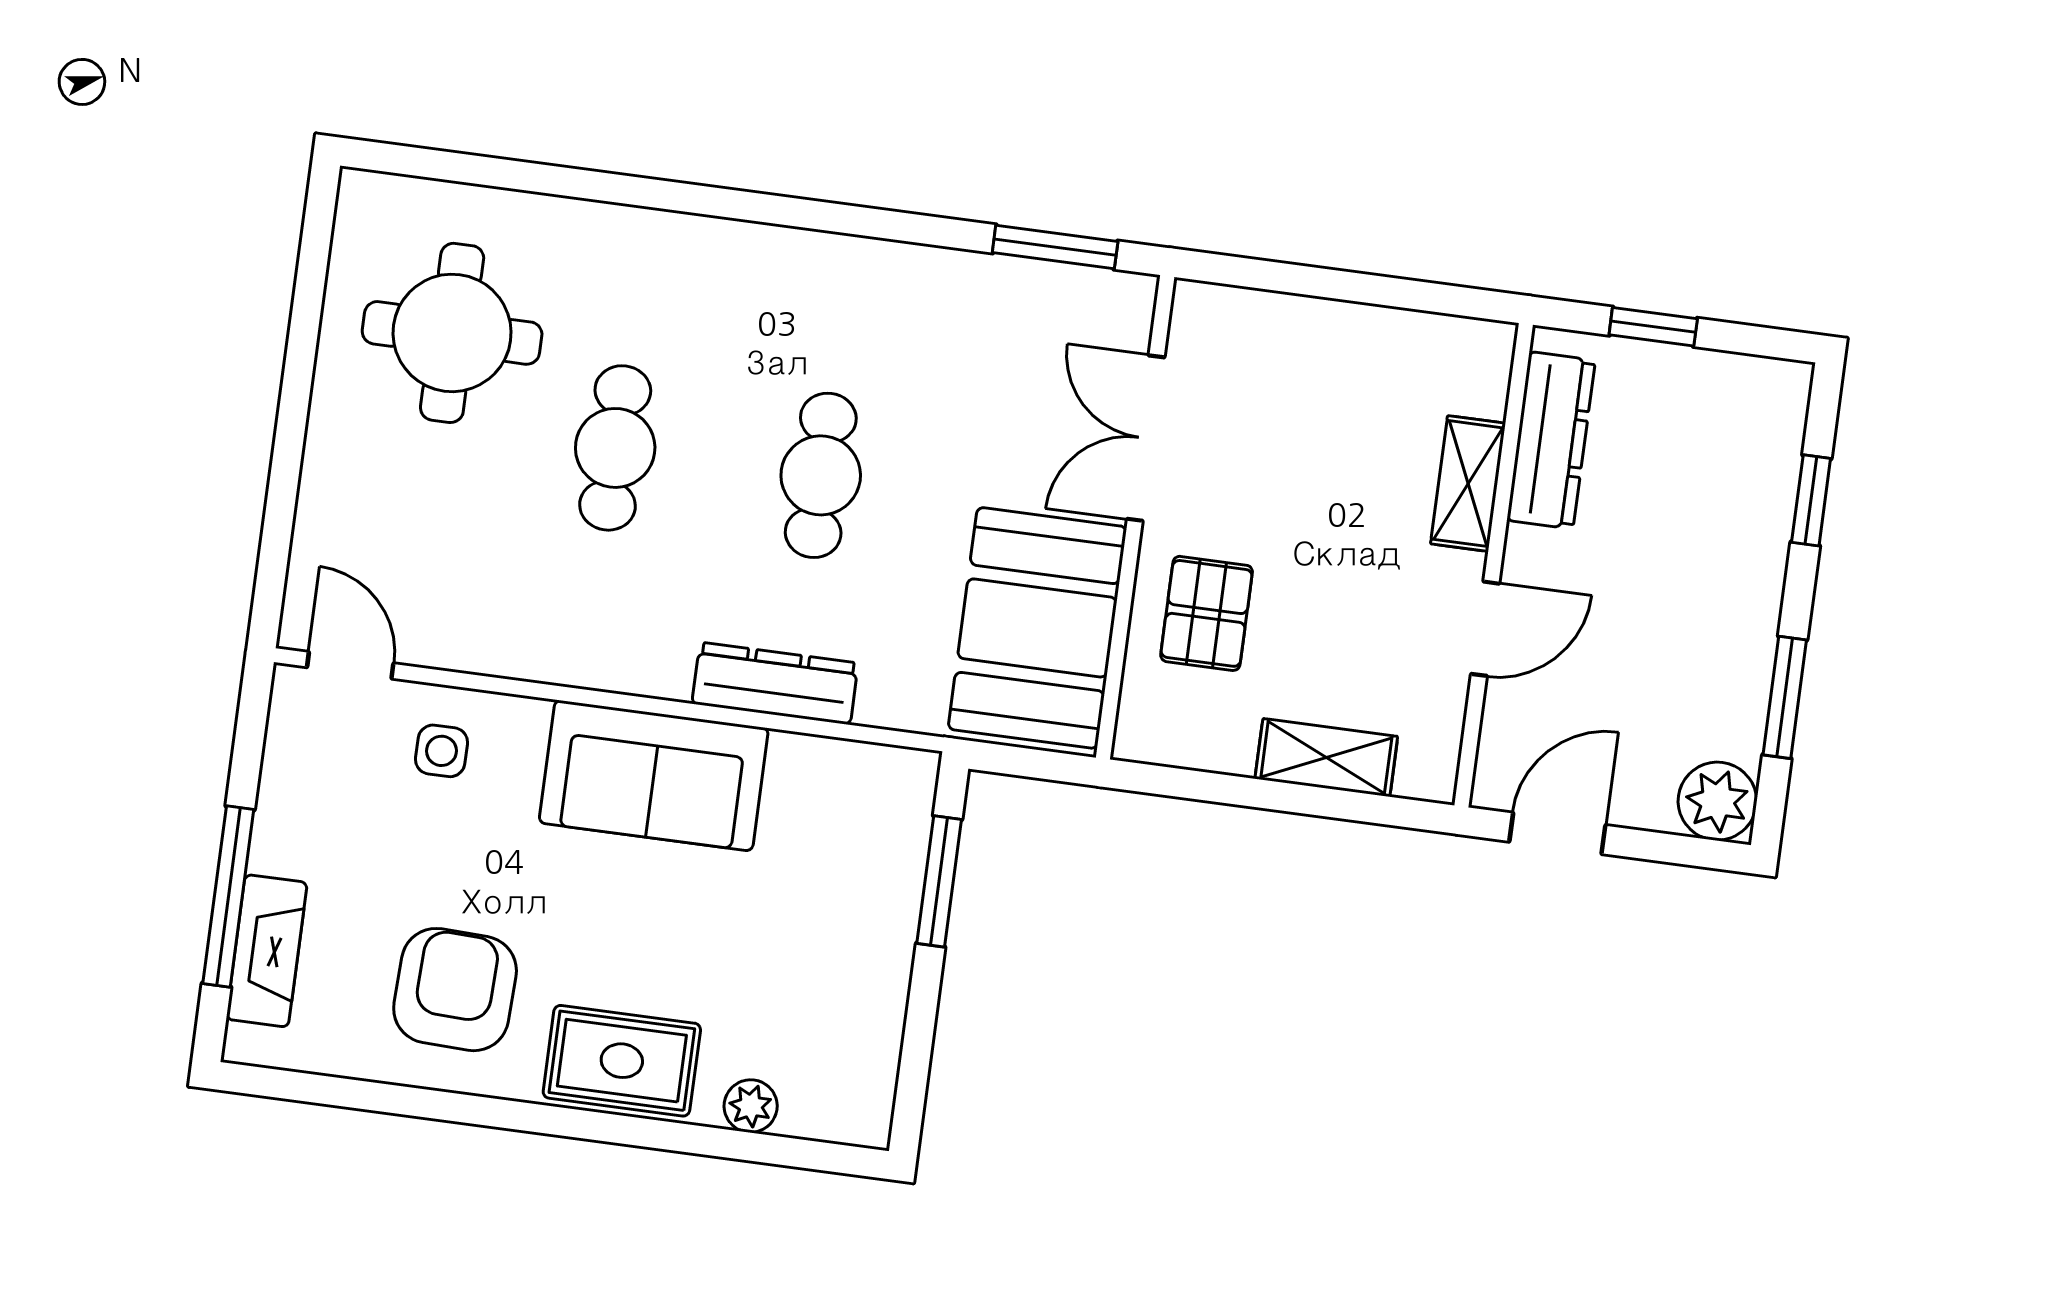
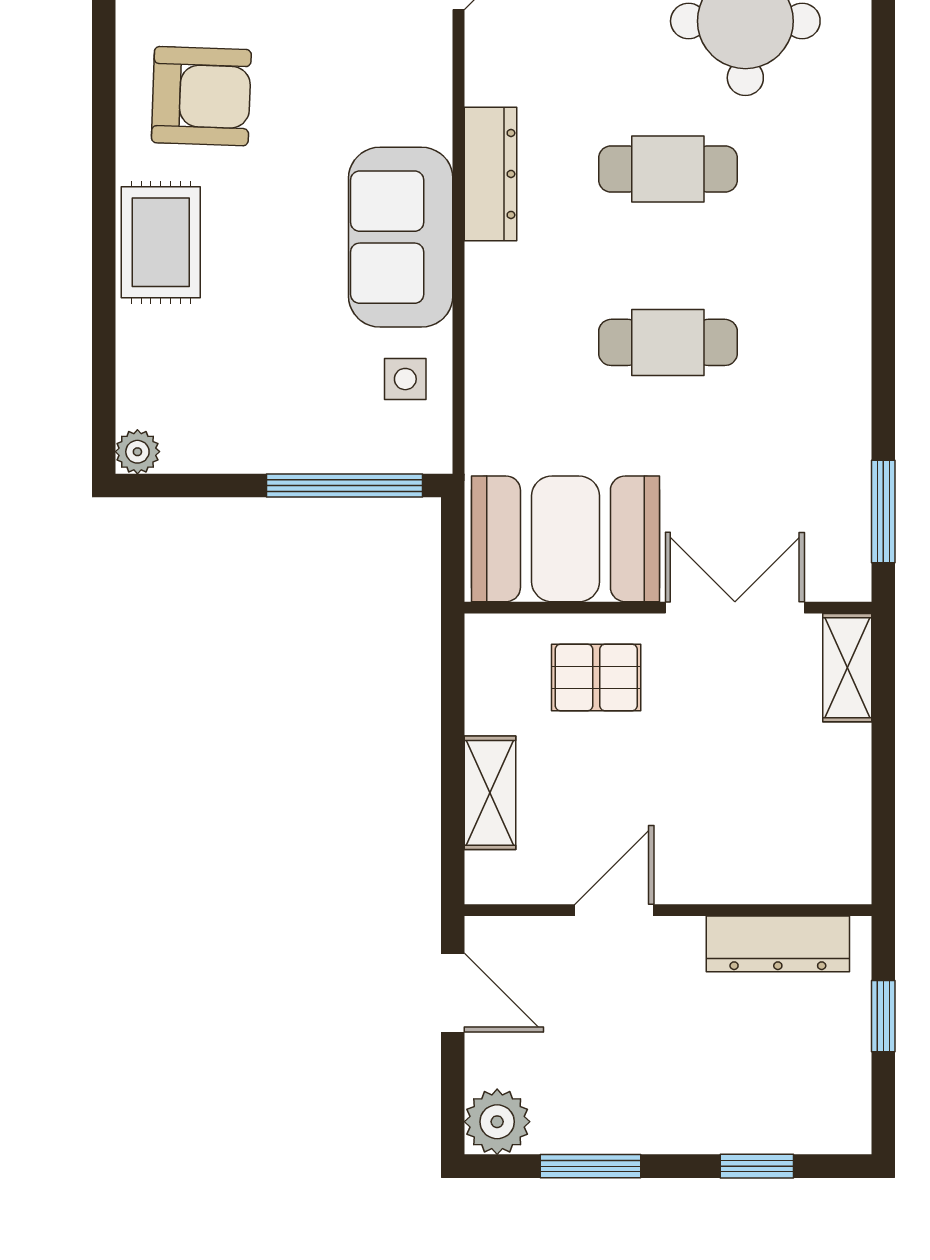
shelving: (1468, 484) -> (847, 668), moved, turned 90
door: (1485, 629) -> (614, 910), swing flipped
dresser: (775, 683) -> (491, 174), moved
side table: (441, 751) -> (405, 379), moved
window: (939, 881) -> (345, 485), width x1.44
plant: (751, 1106) -> (137, 452), moved

